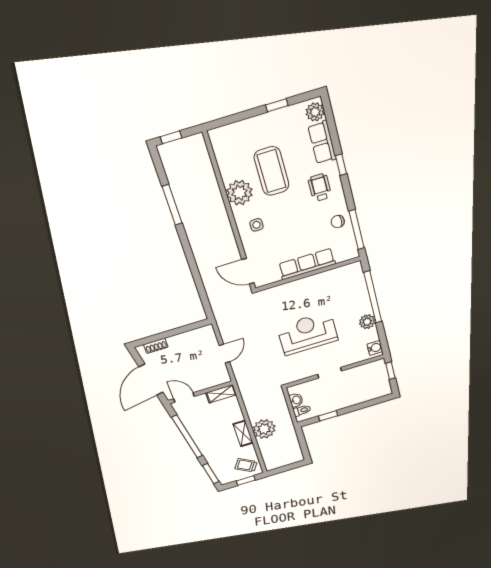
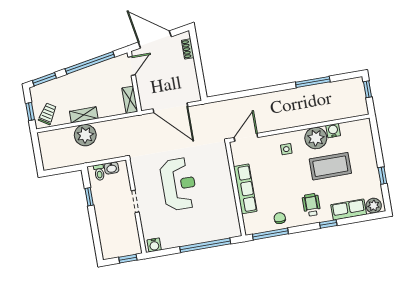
water cooler: (228, 173) -> (333, 131), added
wheelchair: (320, 187) -> (311, 205), turned -90
plant: (367, 322) -> (182, 239), removed
door: (224, 354) -> (170, 108), width x1.87

